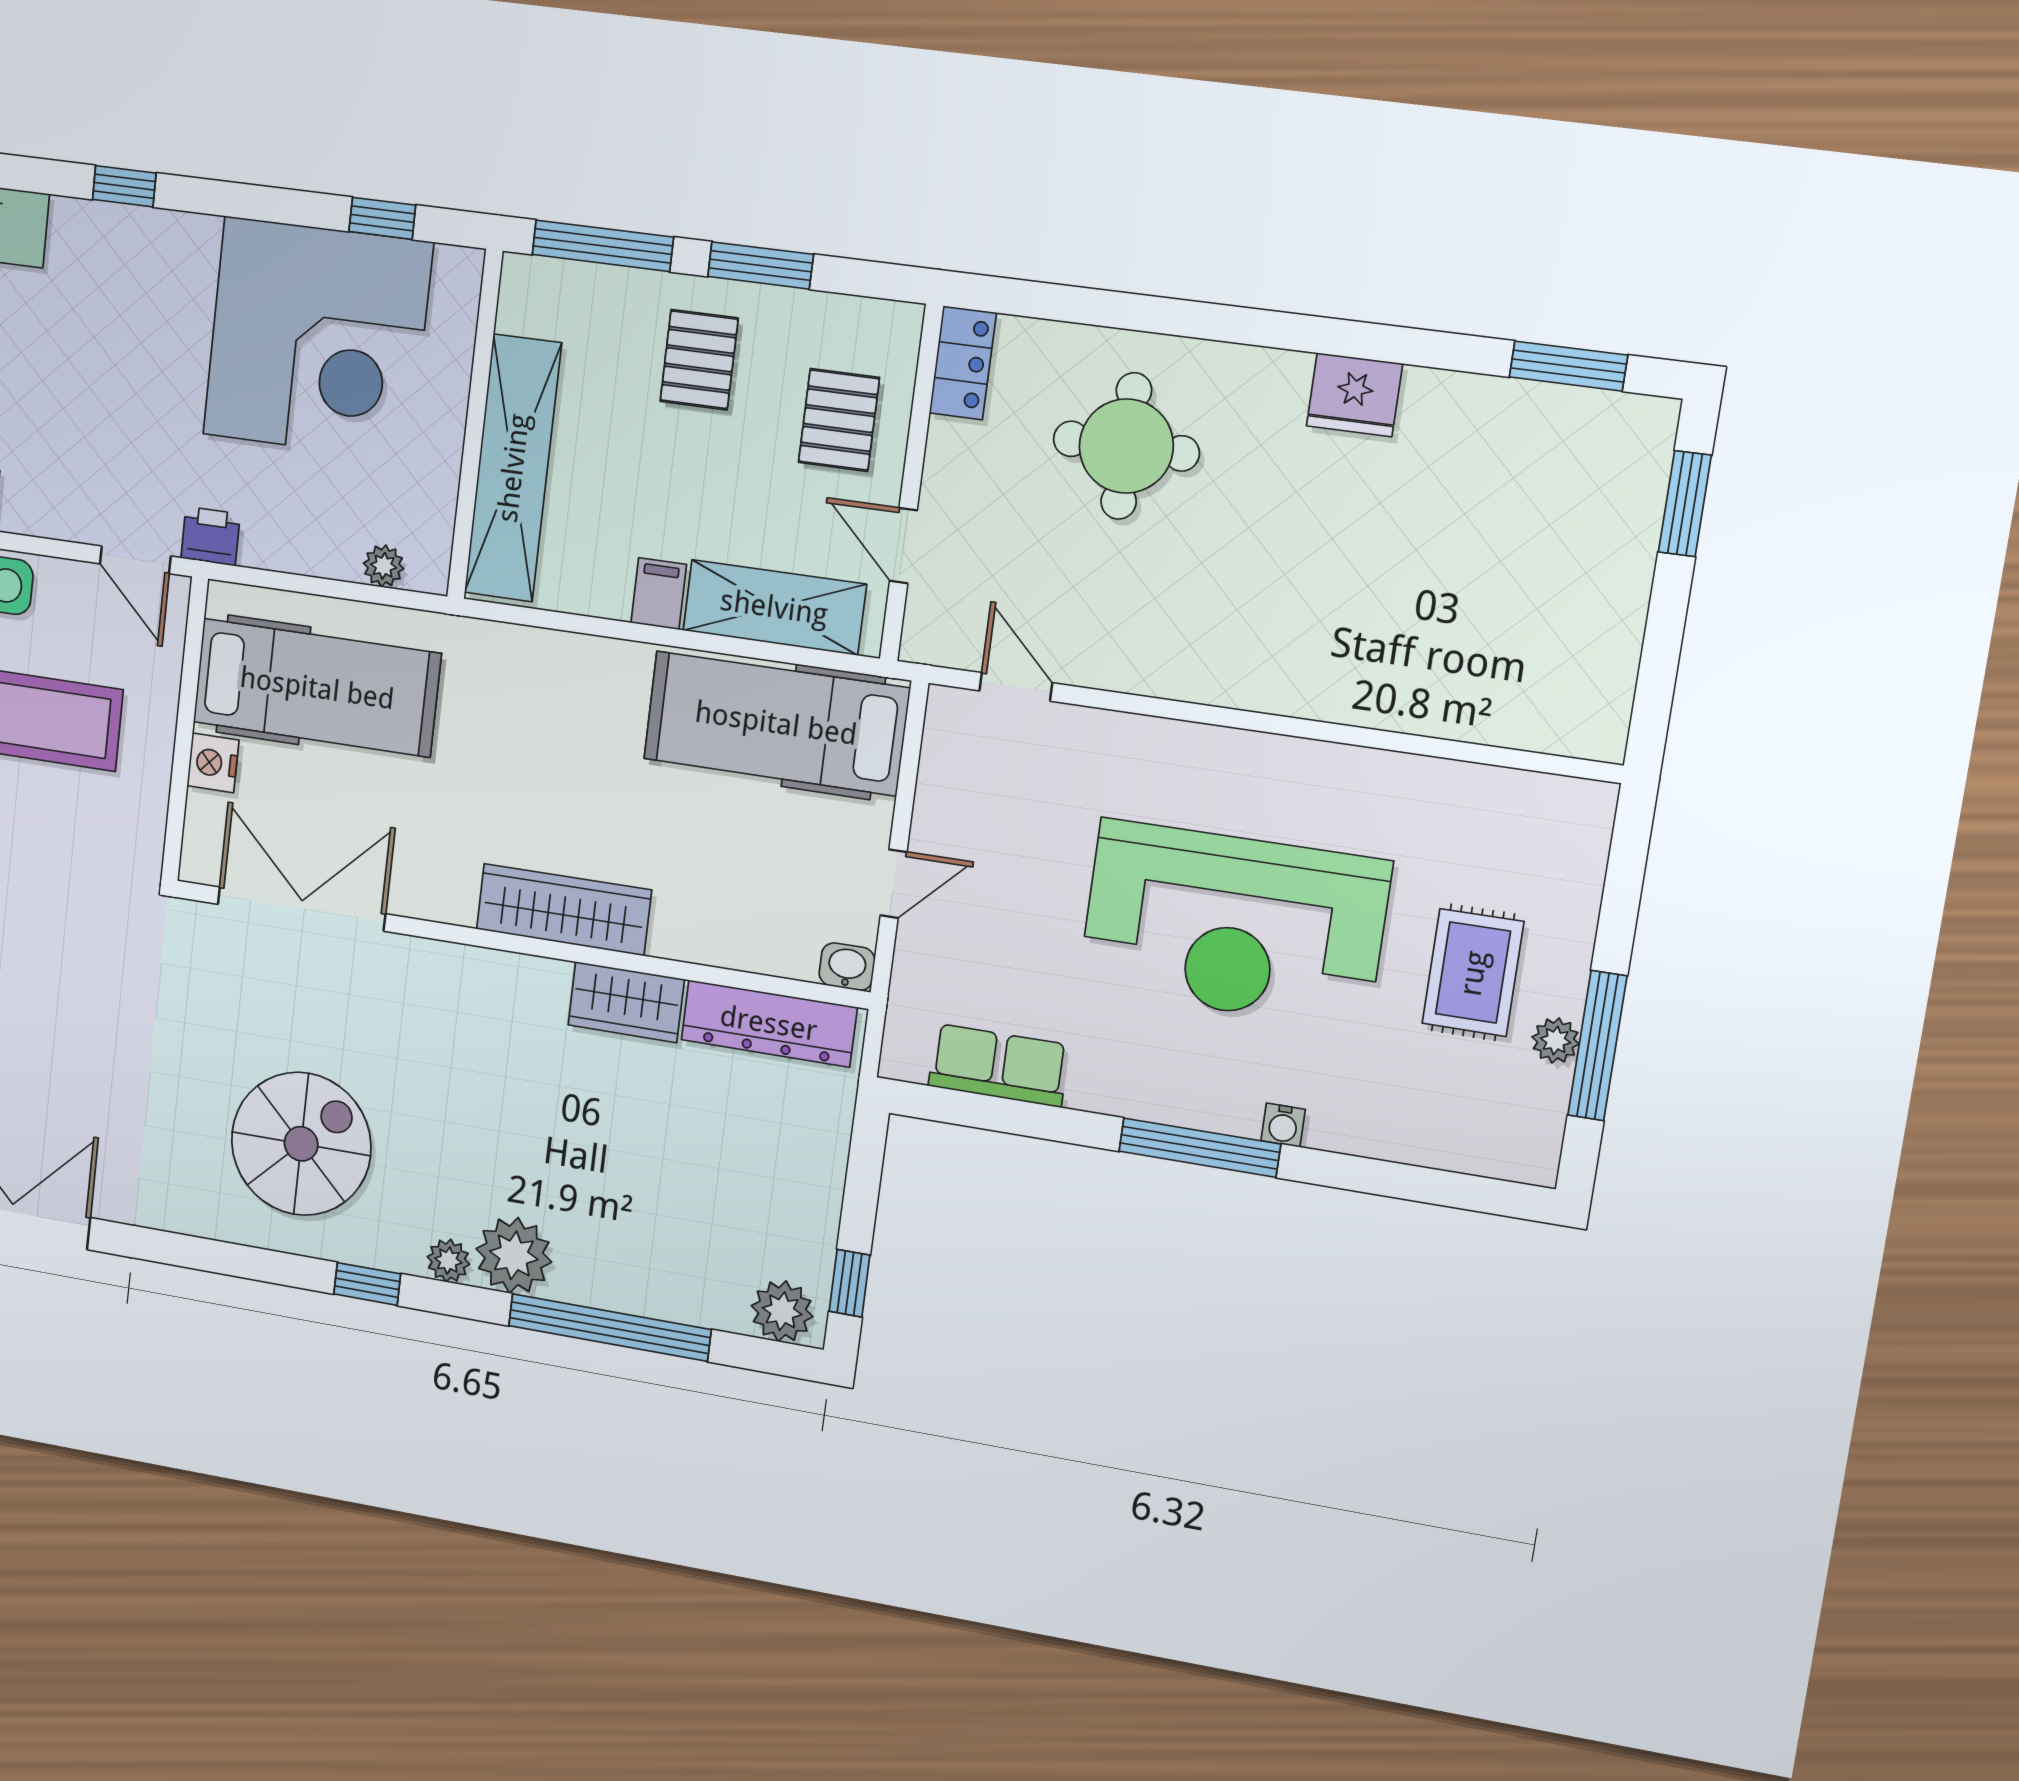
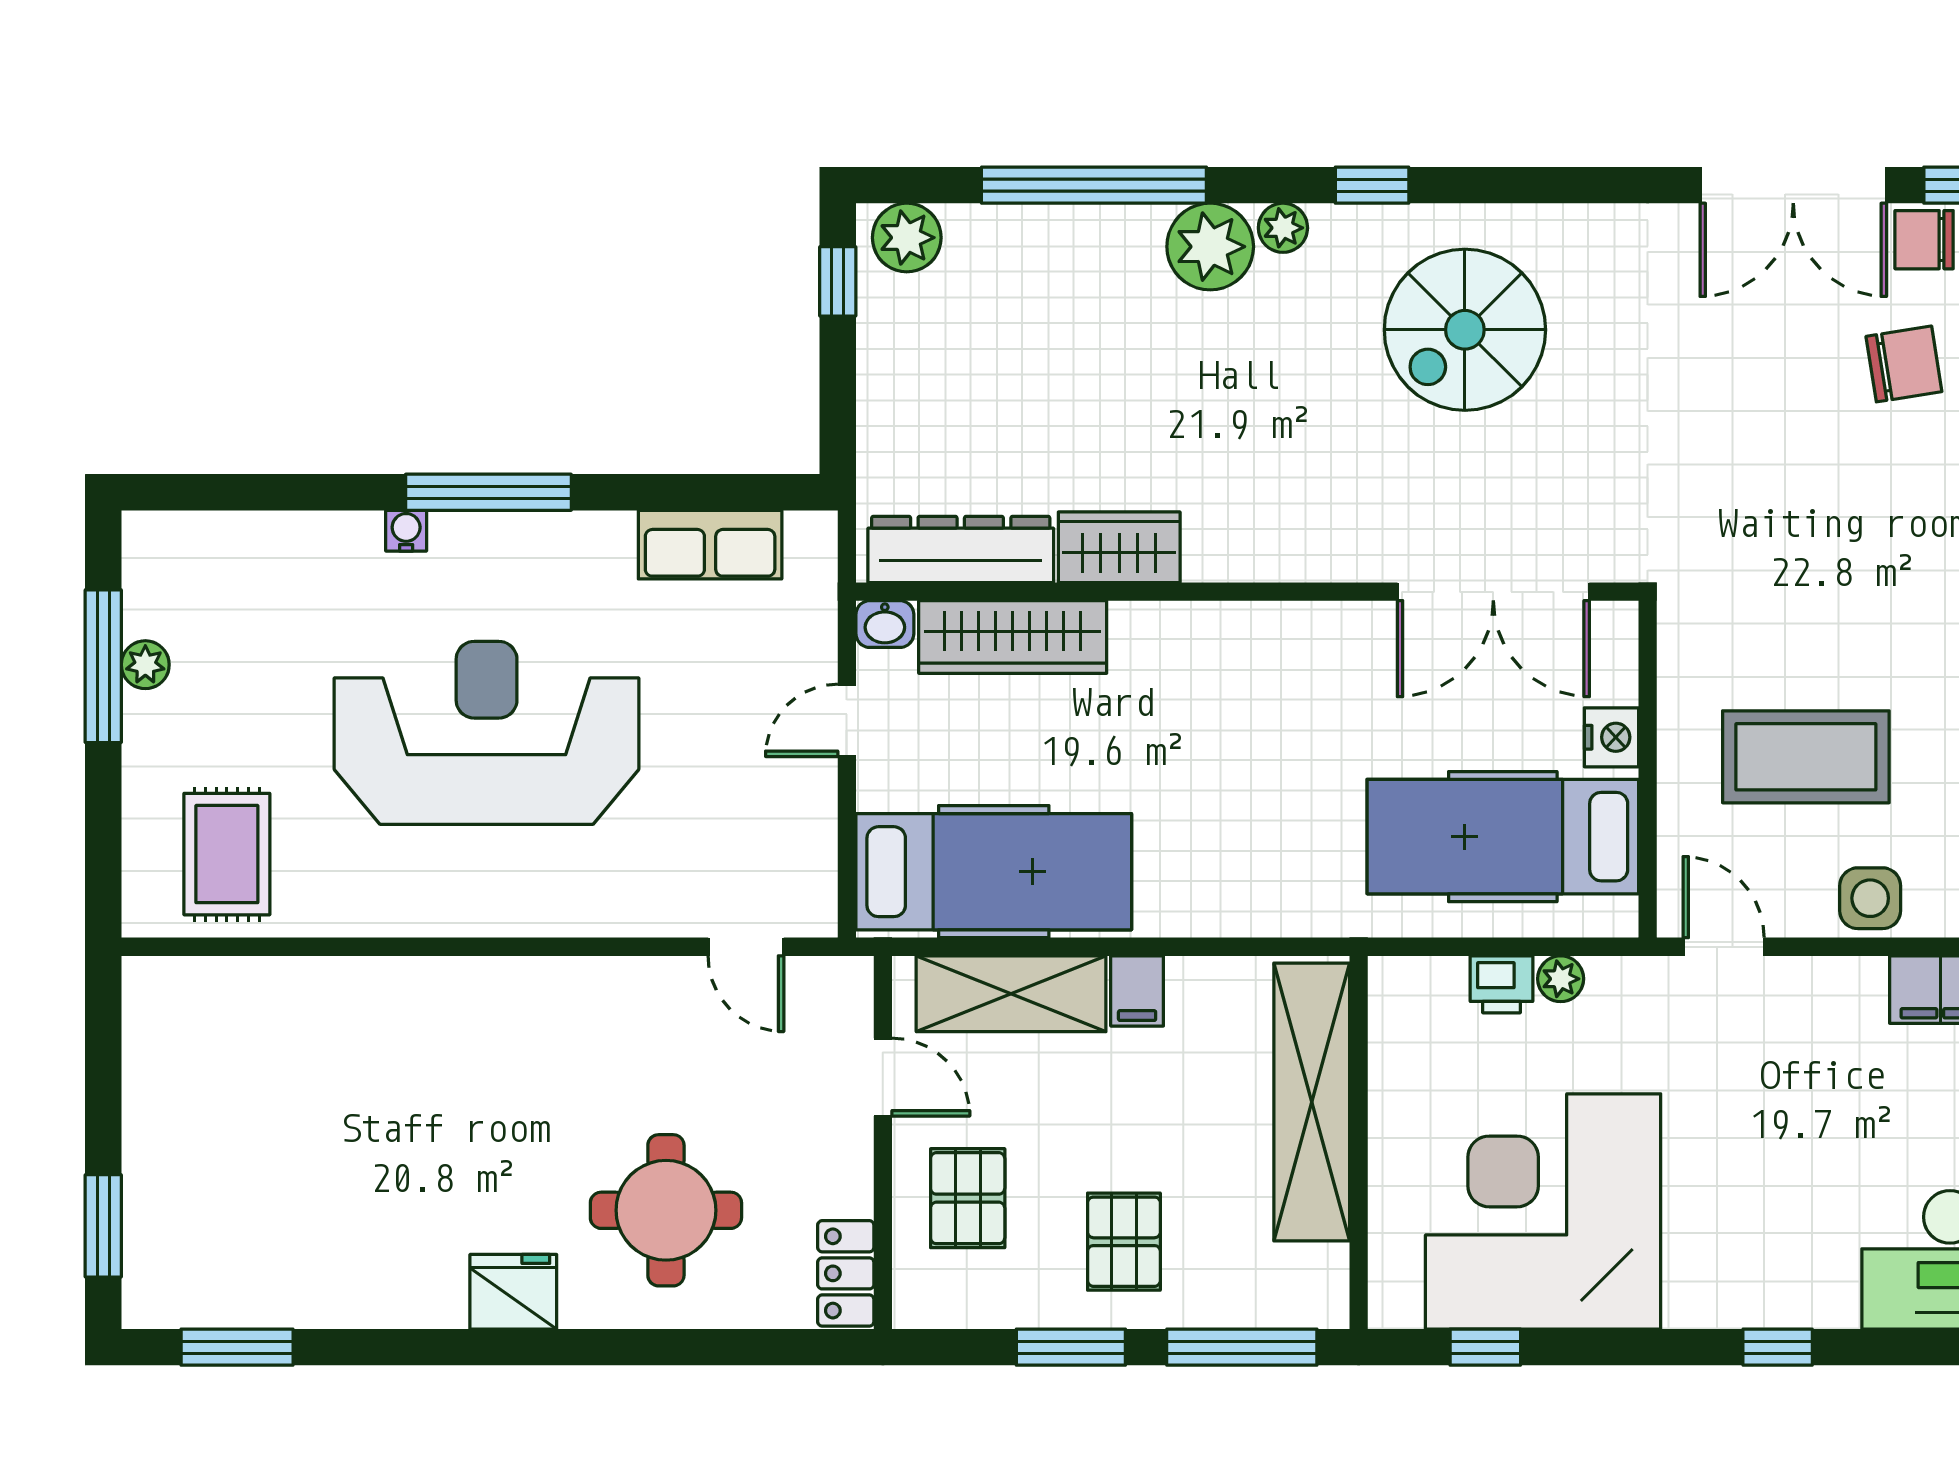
fridge: (1354, 395) -> (513, 1292), moved
printer: (211, 536) -> (1502, 984), moved
plant: (384, 566) -> (1561, 979), moved
wardrobe: (564, 910) -> (1013, 637), moved
rug: (1473, 973) -> (227, 854), moved

